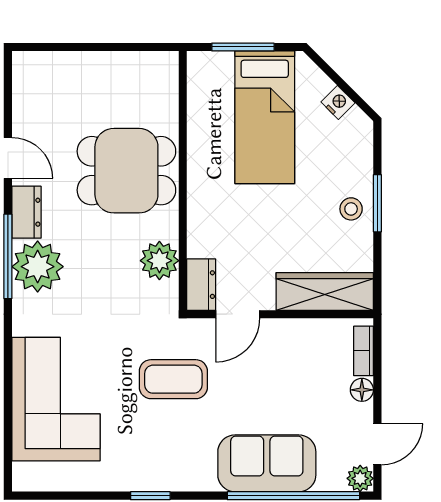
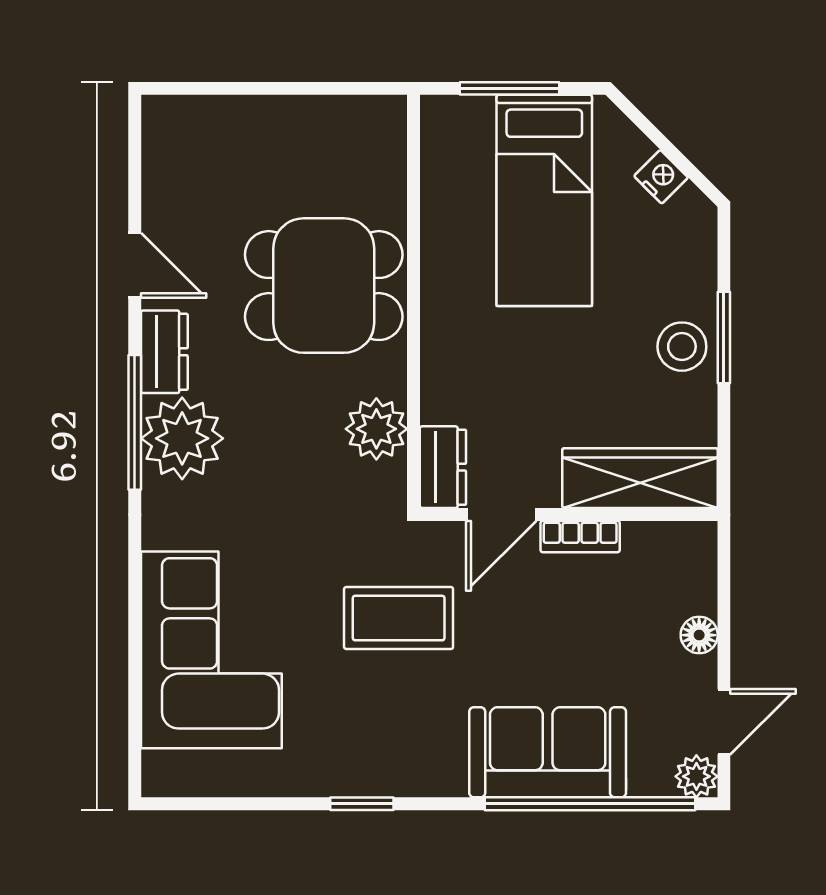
stool: (351, 209) -> (682, 347), width x1.37, depth x1.37
bookcase: (364, 351) -> (580, 537), moved, turned -90

